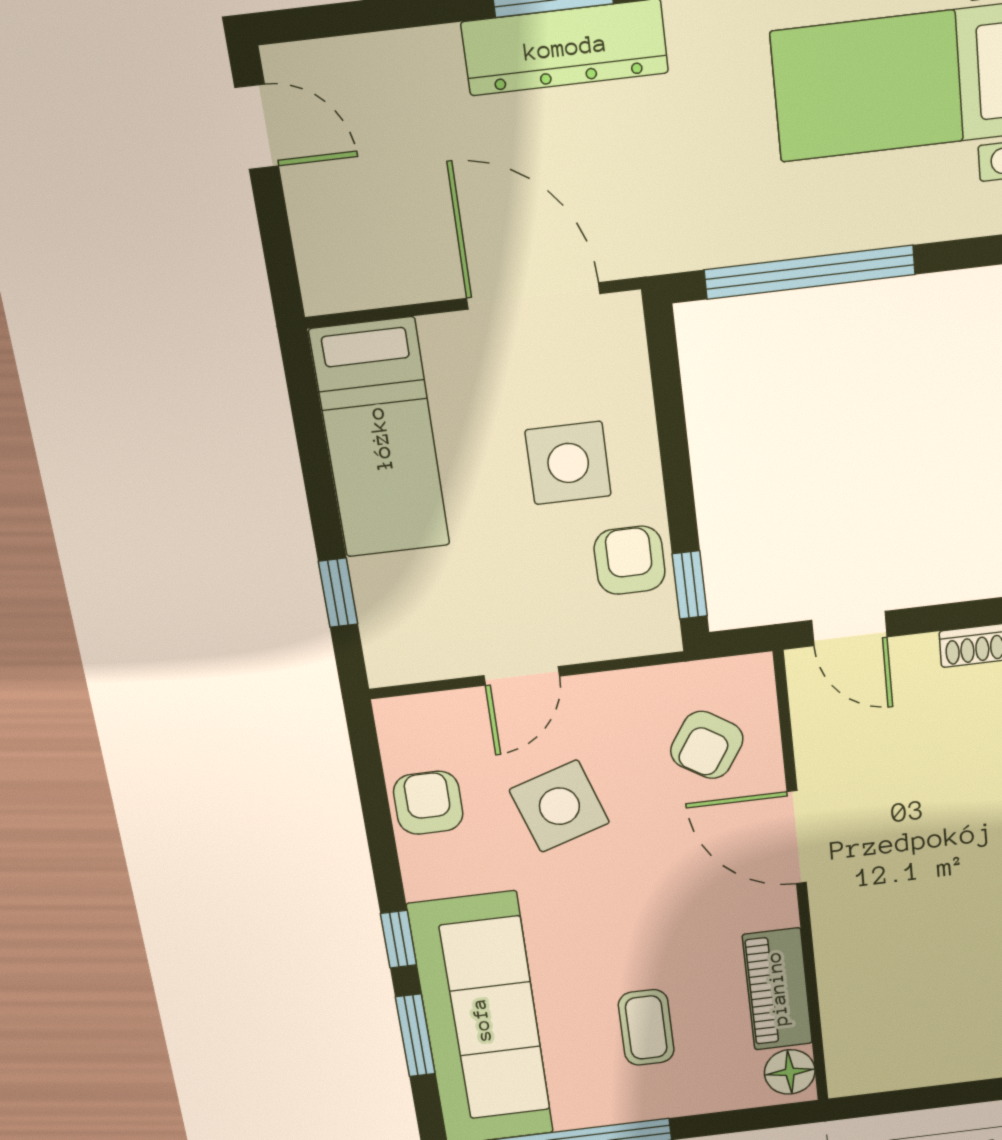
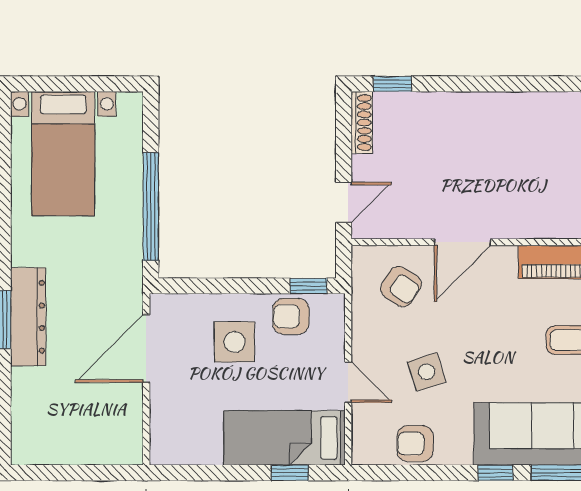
door: (257, 127) -> (48, 473), removed
bed: (380, 439) -> (285, 438), moved, turned 180
side table: (559, 806) -> (427, 372), width x0.73, depth x0.73

